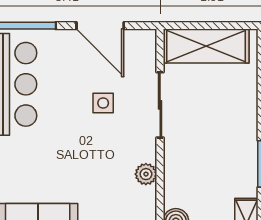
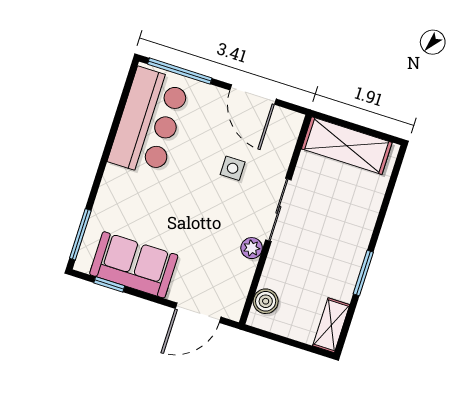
sliding door: (160, 105) -> (278, 210), moved

